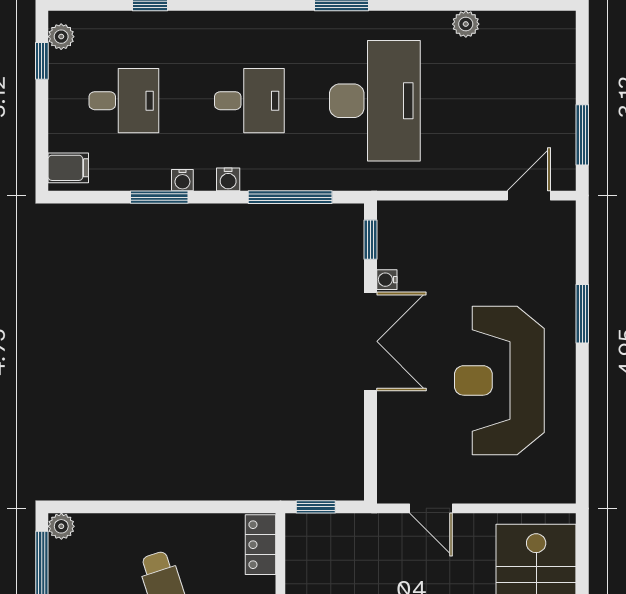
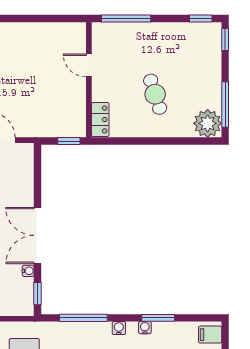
plant: (61, 526) -> (208, 123), width x1.88, depth x1.88

